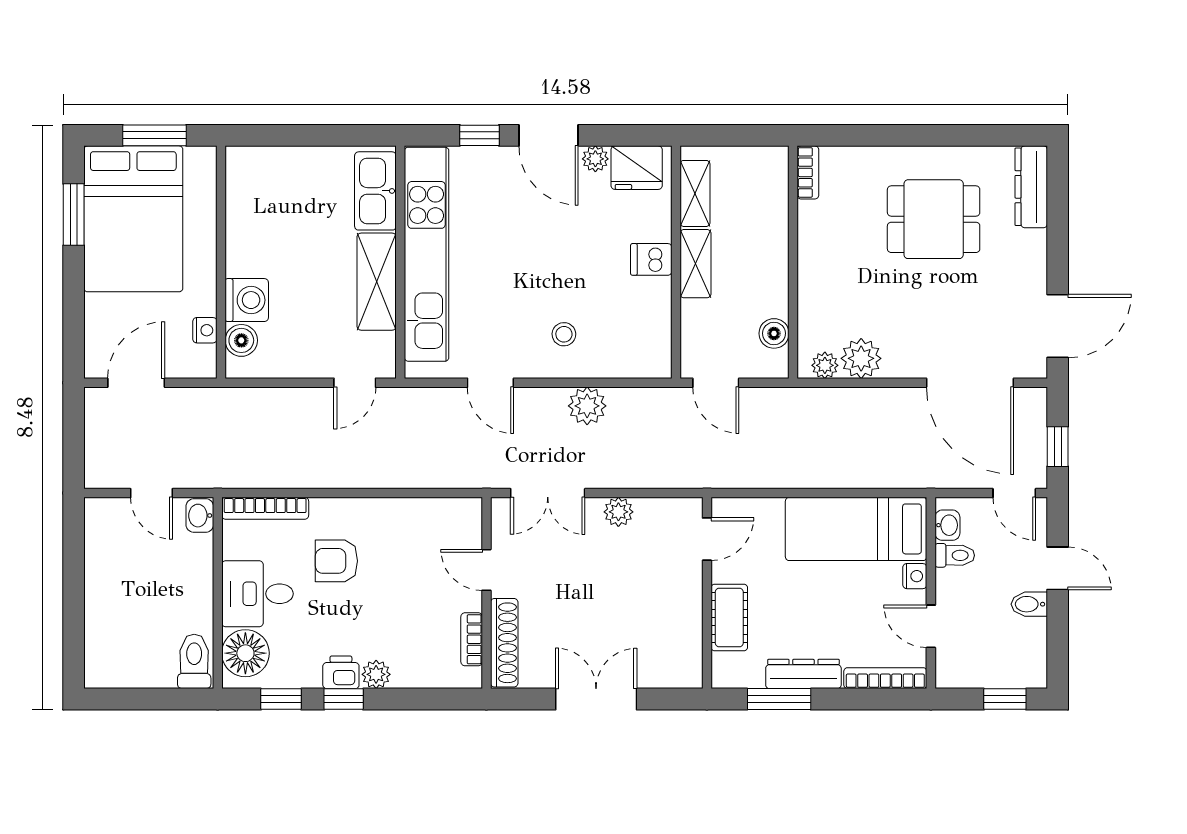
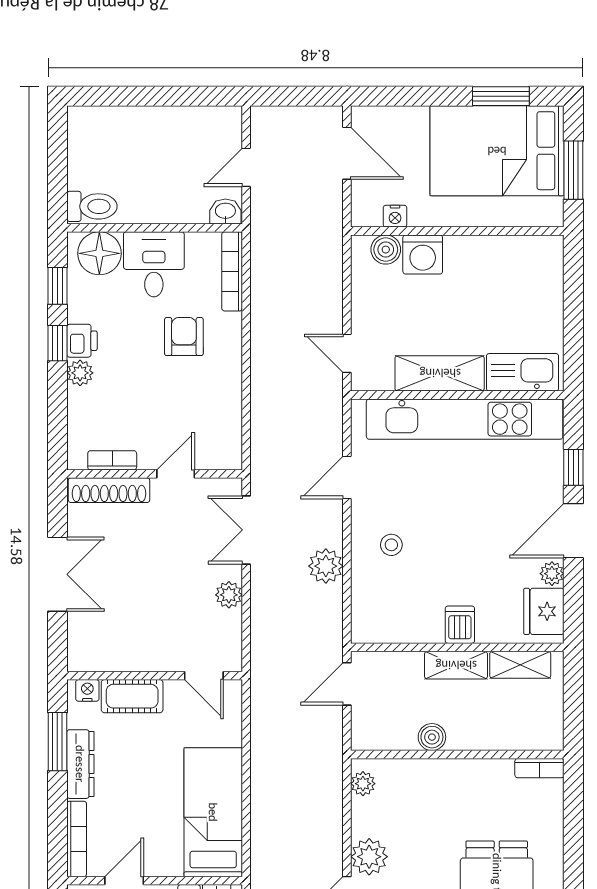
boiler: (774, 333) -> (432, 737), moved
plant: (861, 358) -> (369, 857), moved
nightstand: (915, 576) -> (87, 690), moved, turned 180

